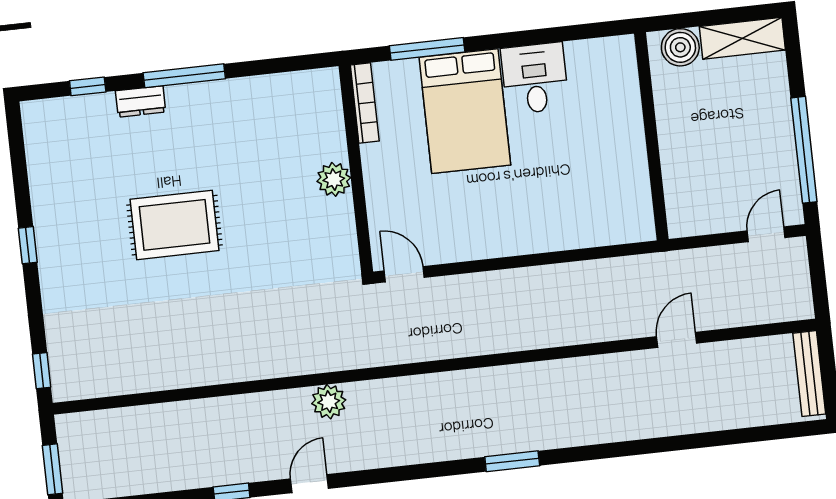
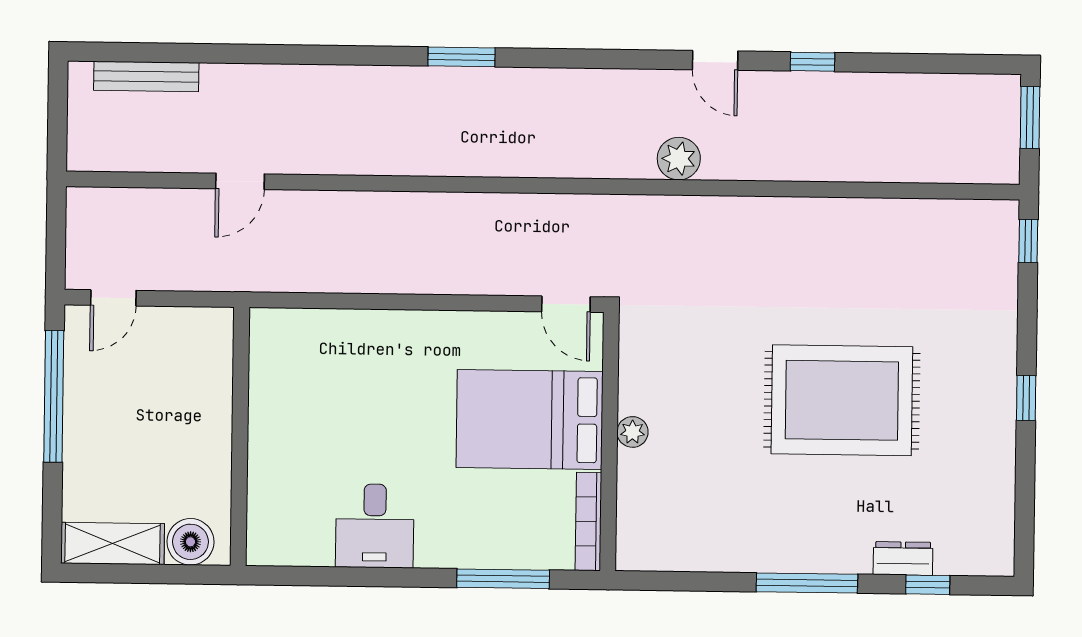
dresser: (141, 101) -> (903, 558), moved
bed: (465, 111) -> (530, 419), moved, turned -90
plant: (334, 179) -> (633, 432), width x0.73, depth x0.73
rug: (175, 225) -> (842, 400), width x1.37, depth x1.44
bench: (809, 374) -> (146, 76), moved, turned 90
door: (309, 484) -> (715, 60), hinge flipped

